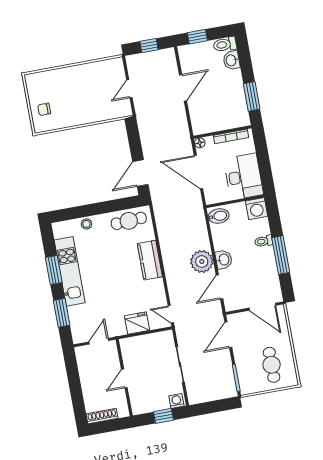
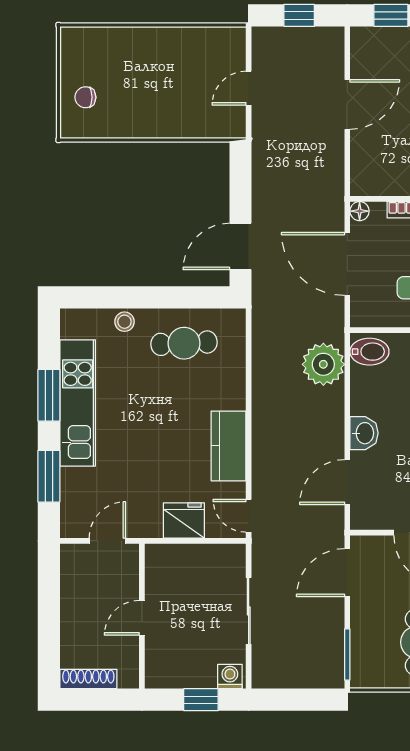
cafe table: (129, 221) -> (184, 343), moved
kitchen counter: (150, 260) -> (229, 446), moved
plant: (202, 261) -> (323, 364), moved

